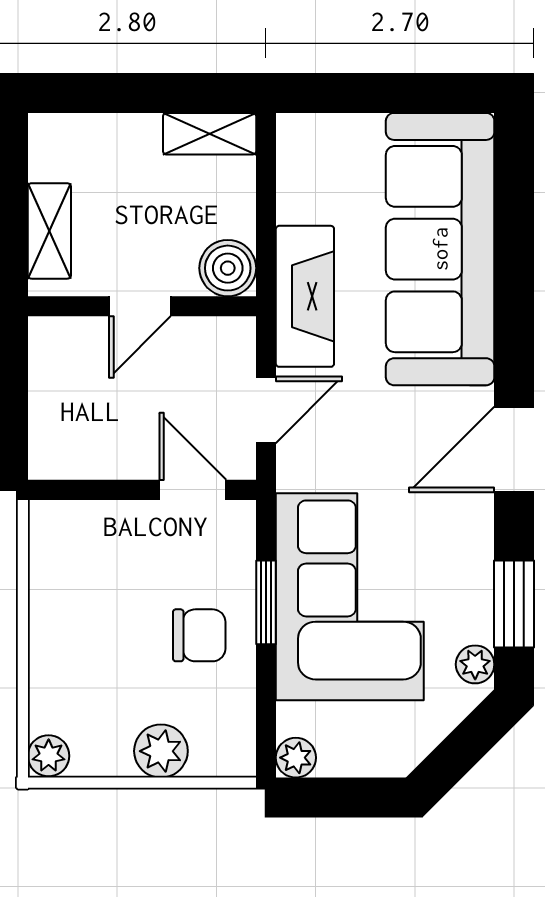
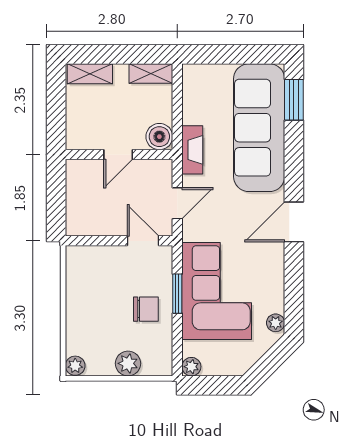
shelving: (49, 231) -> (90, 74), moved, turned 90
fireplace: (305, 296) -> (192, 150), width x0.73, depth x0.76
window: (514, 604) -> (294, 100), moved

